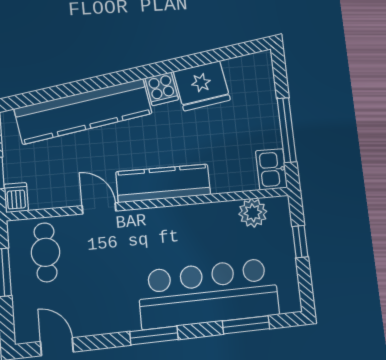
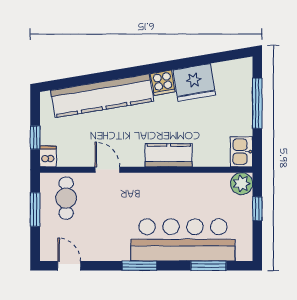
window: (287, 130) -> (257, 103), moved
kitchen counter: (163, 183) -> (169, 155), width x0.67
plant: (253, 213) -> (242, 184), moved

